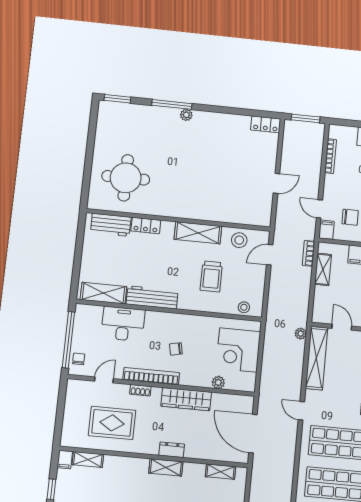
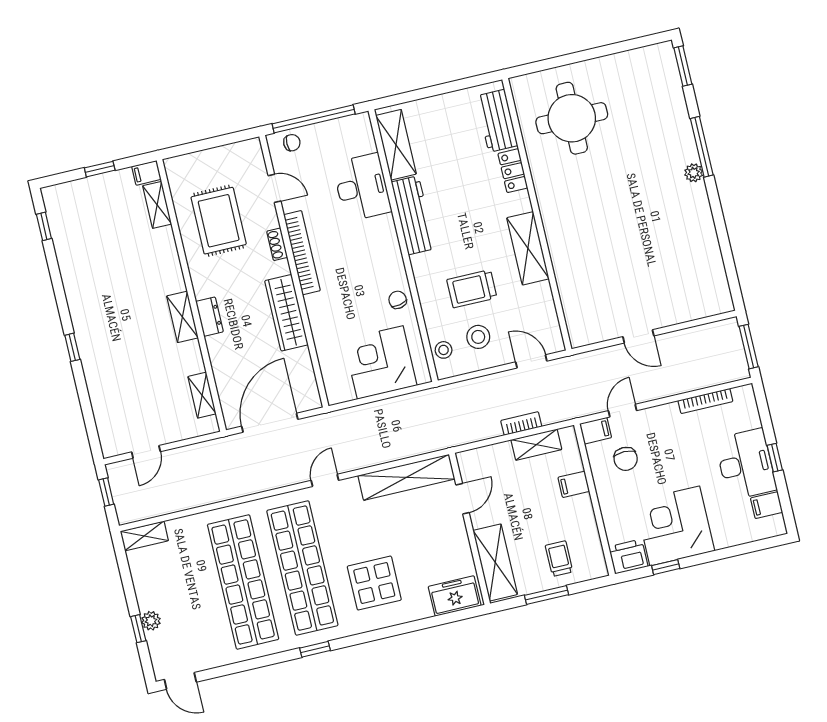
locker: (266, 124) -> (720, 292), removed
stool: (239, 240) -> (478, 337), moved
bookcase: (309, 253) -> (521, 424), moved
plant: (301, 334) -> (433, 443), removed
chair: (176, 349) -> (398, 300), moved
plant: (218, 382) -> (325, 350), removed

